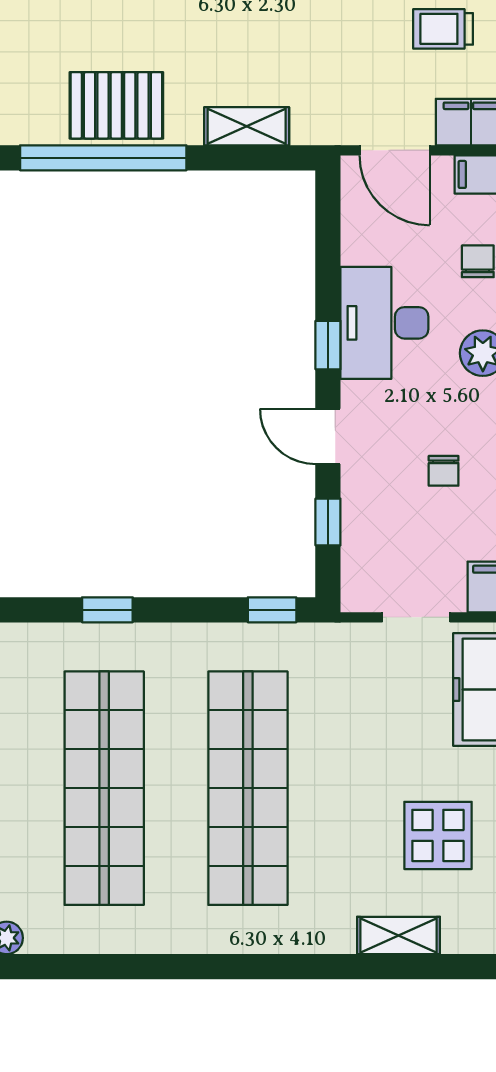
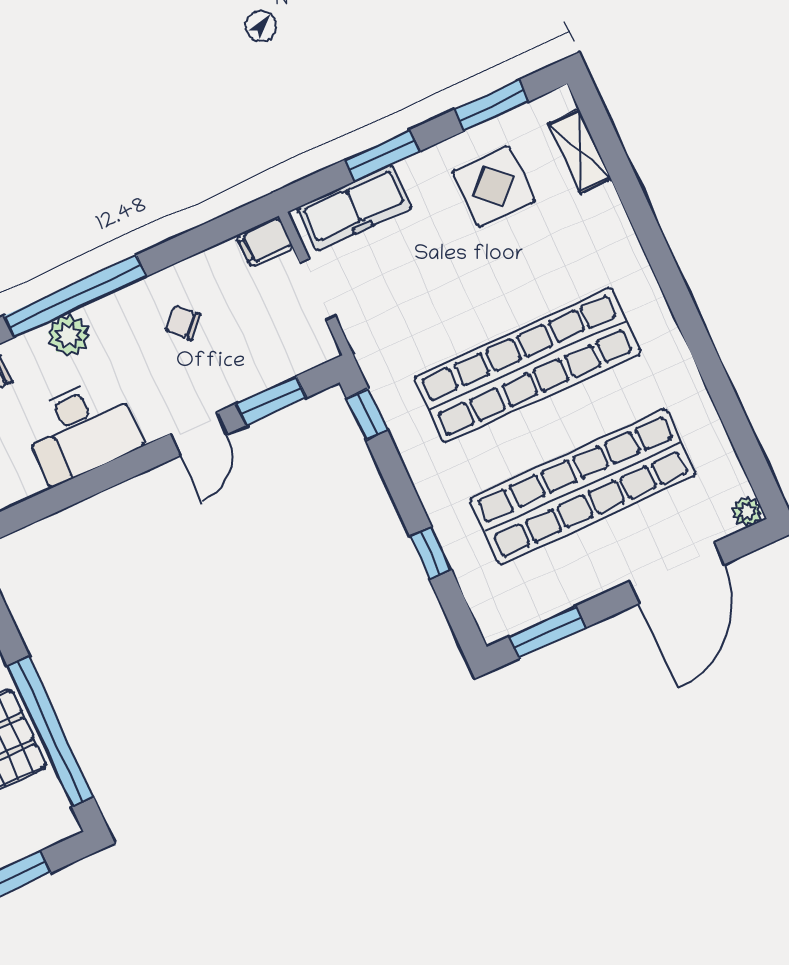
window: (328, 345) -> (122, 469), removed
chair: (444, 471) -> (183, 323), turned -137
window: (328, 522) -> (271, 401), width x1.50
shelving: (399, 936) -> (580, 151), moved

